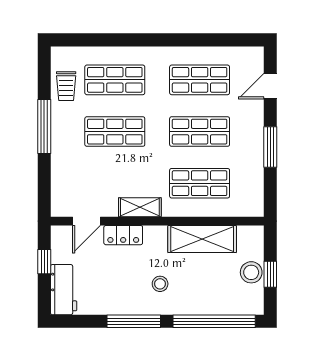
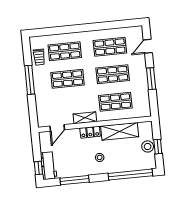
locker: (123, 235) -> (90, 132), moved
window: (44, 262) -> (38, 168), moved
window: (134, 321) -> (75, 180), moved

